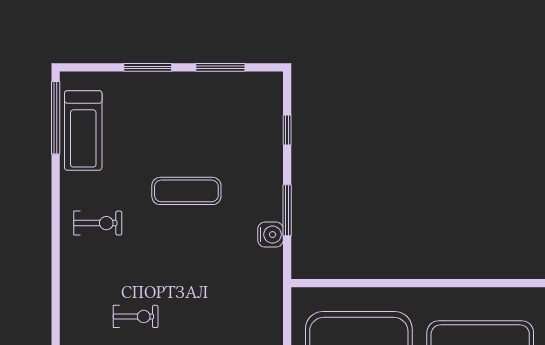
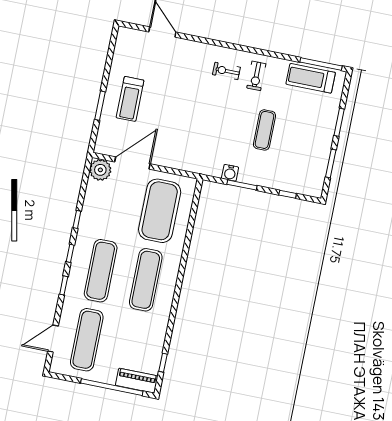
exercise bike: (136, 316) -> (226, 71), moved, turned 90

